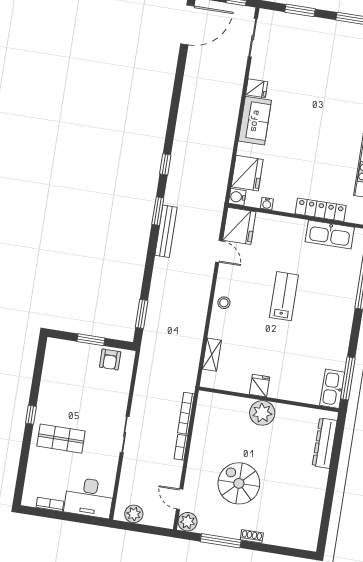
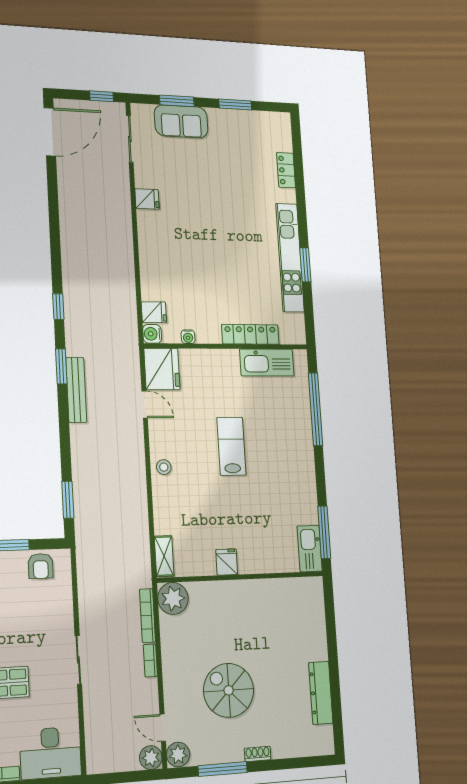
sofa: (255, 121) -> (181, 121), moved, turned 90
fridge: (247, 173) -> (154, 312), width x0.53, depth x0.75
shelving: (212, 355) -> (164, 556), moved
plant: (262, 413) -> (173, 598), moved
dresser: (325, 443) -> (321, 693), moved
plant: (134, 514) -> (151, 758), moved

